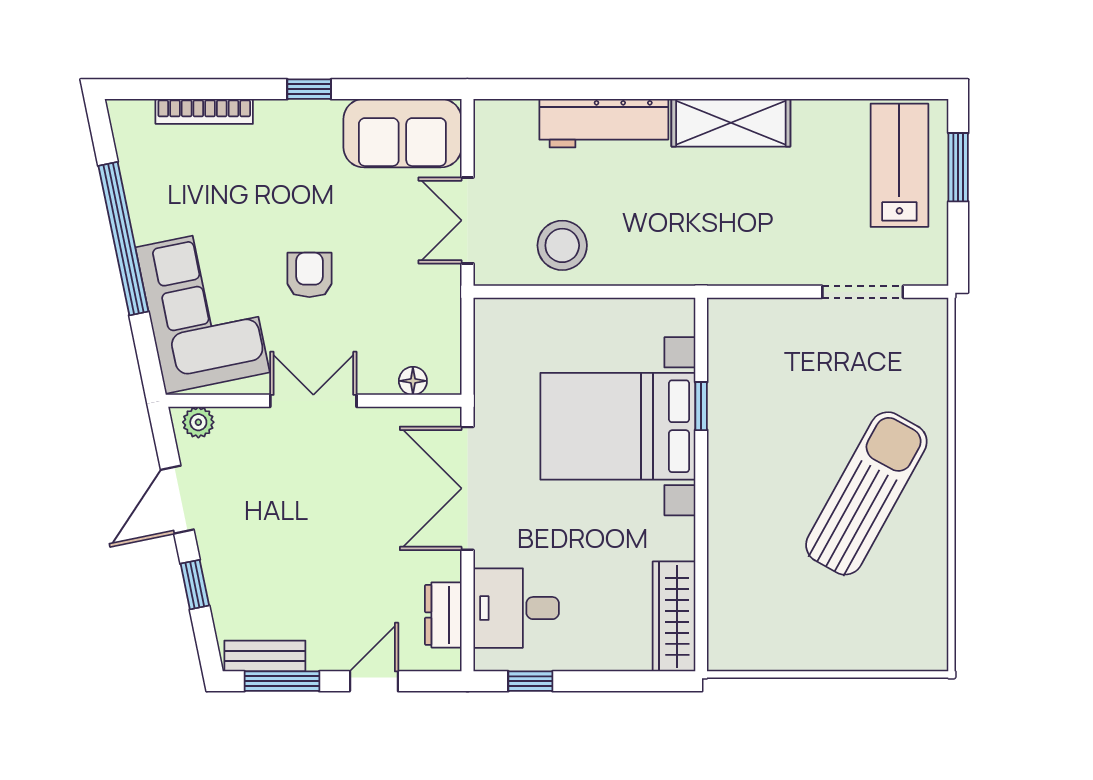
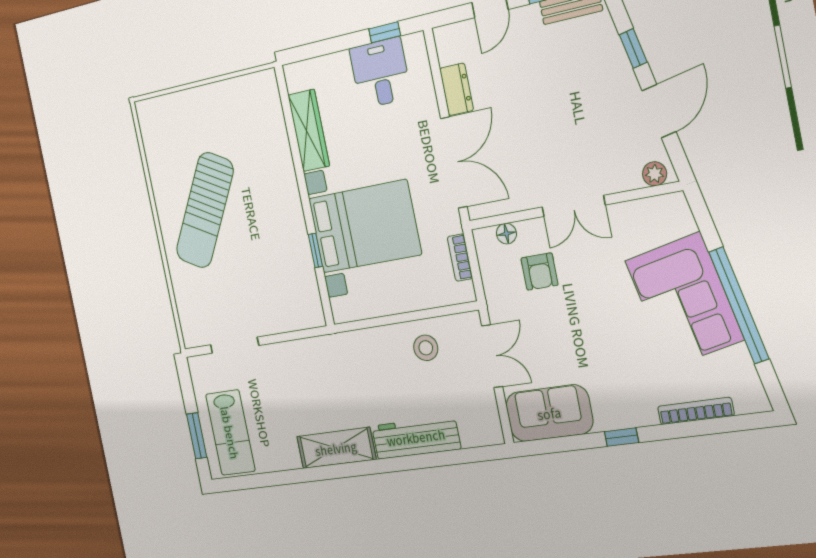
stool: (562, 245) -> (426, 348), width x0.73, depth x0.73
armchair: (309, 275) -> (540, 272), moved
corner sofa: (203, 310) -> (684, 300), moved
bookcase: (486, 360) -> (460, 258), added
desk: (516, 608) -> (380, 73), moved, turned -90
dresser: (443, 615) -> (457, 89), moved
wardrobe: (674, 616) -> (309, 130), moved

